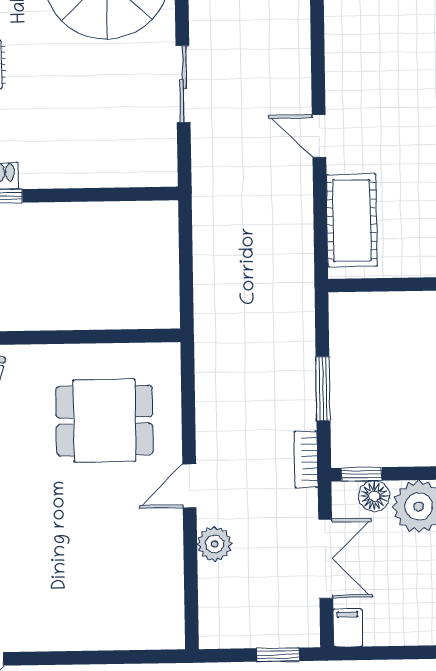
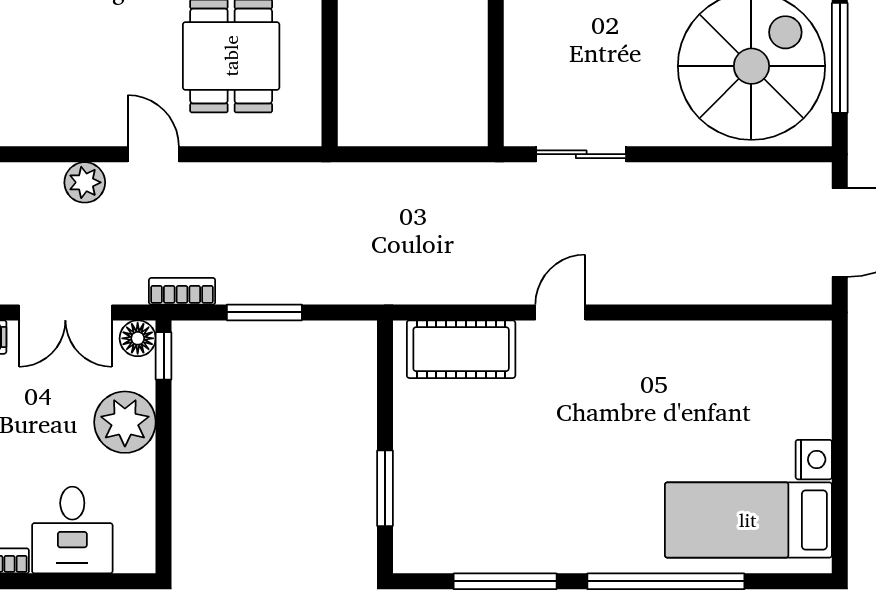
sliding door: (183, 84) -> (581, 154), moved
floor lamp: (374, 496) -> (138, 338), moved

